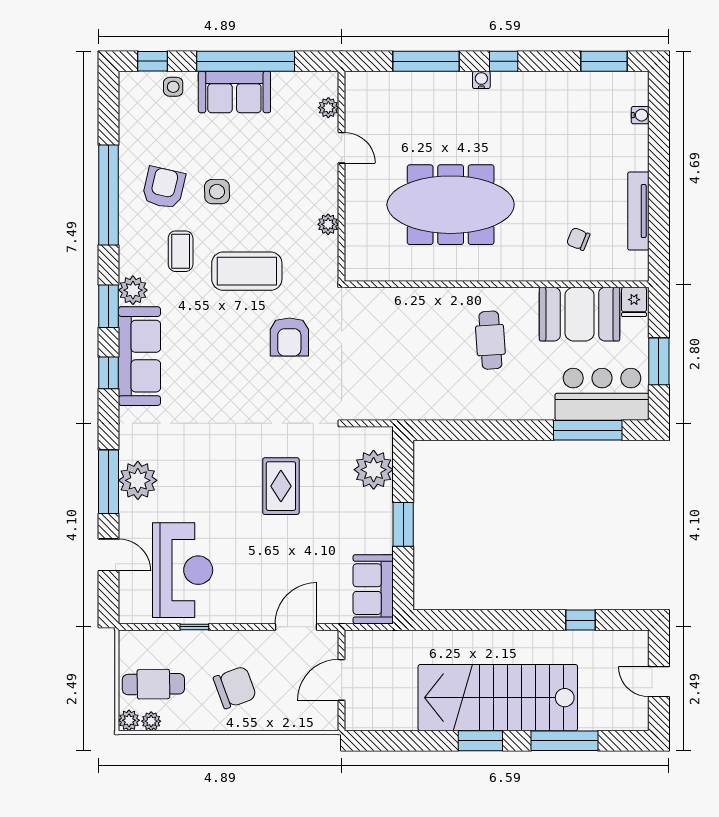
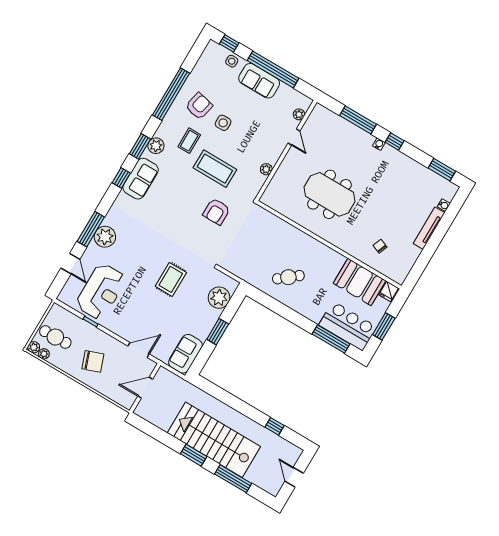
meeting table: (451, 205) -> (329, 194), width x0.73
tv unit: (638, 211) -> (429, 228), moved
cafe table: (490, 340) -> (288, 277), moved, turned 55
sofa: (139, 356) -> (141, 179), width x0.73

